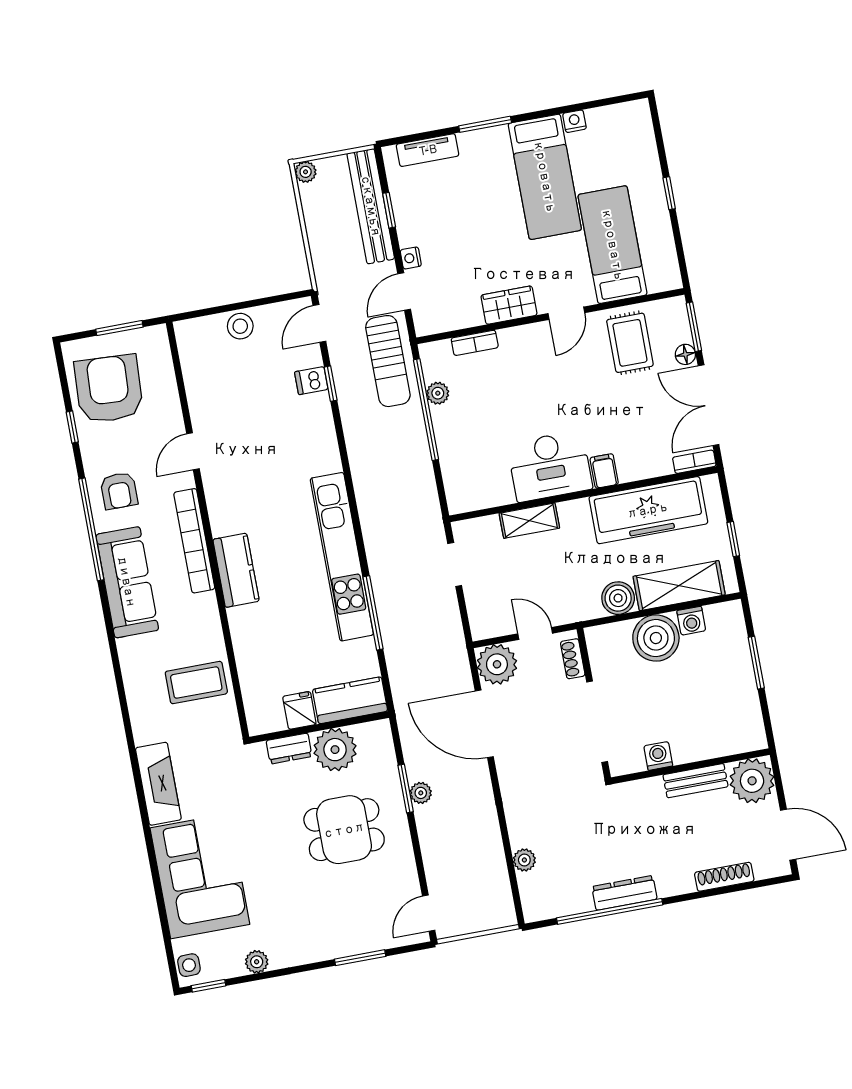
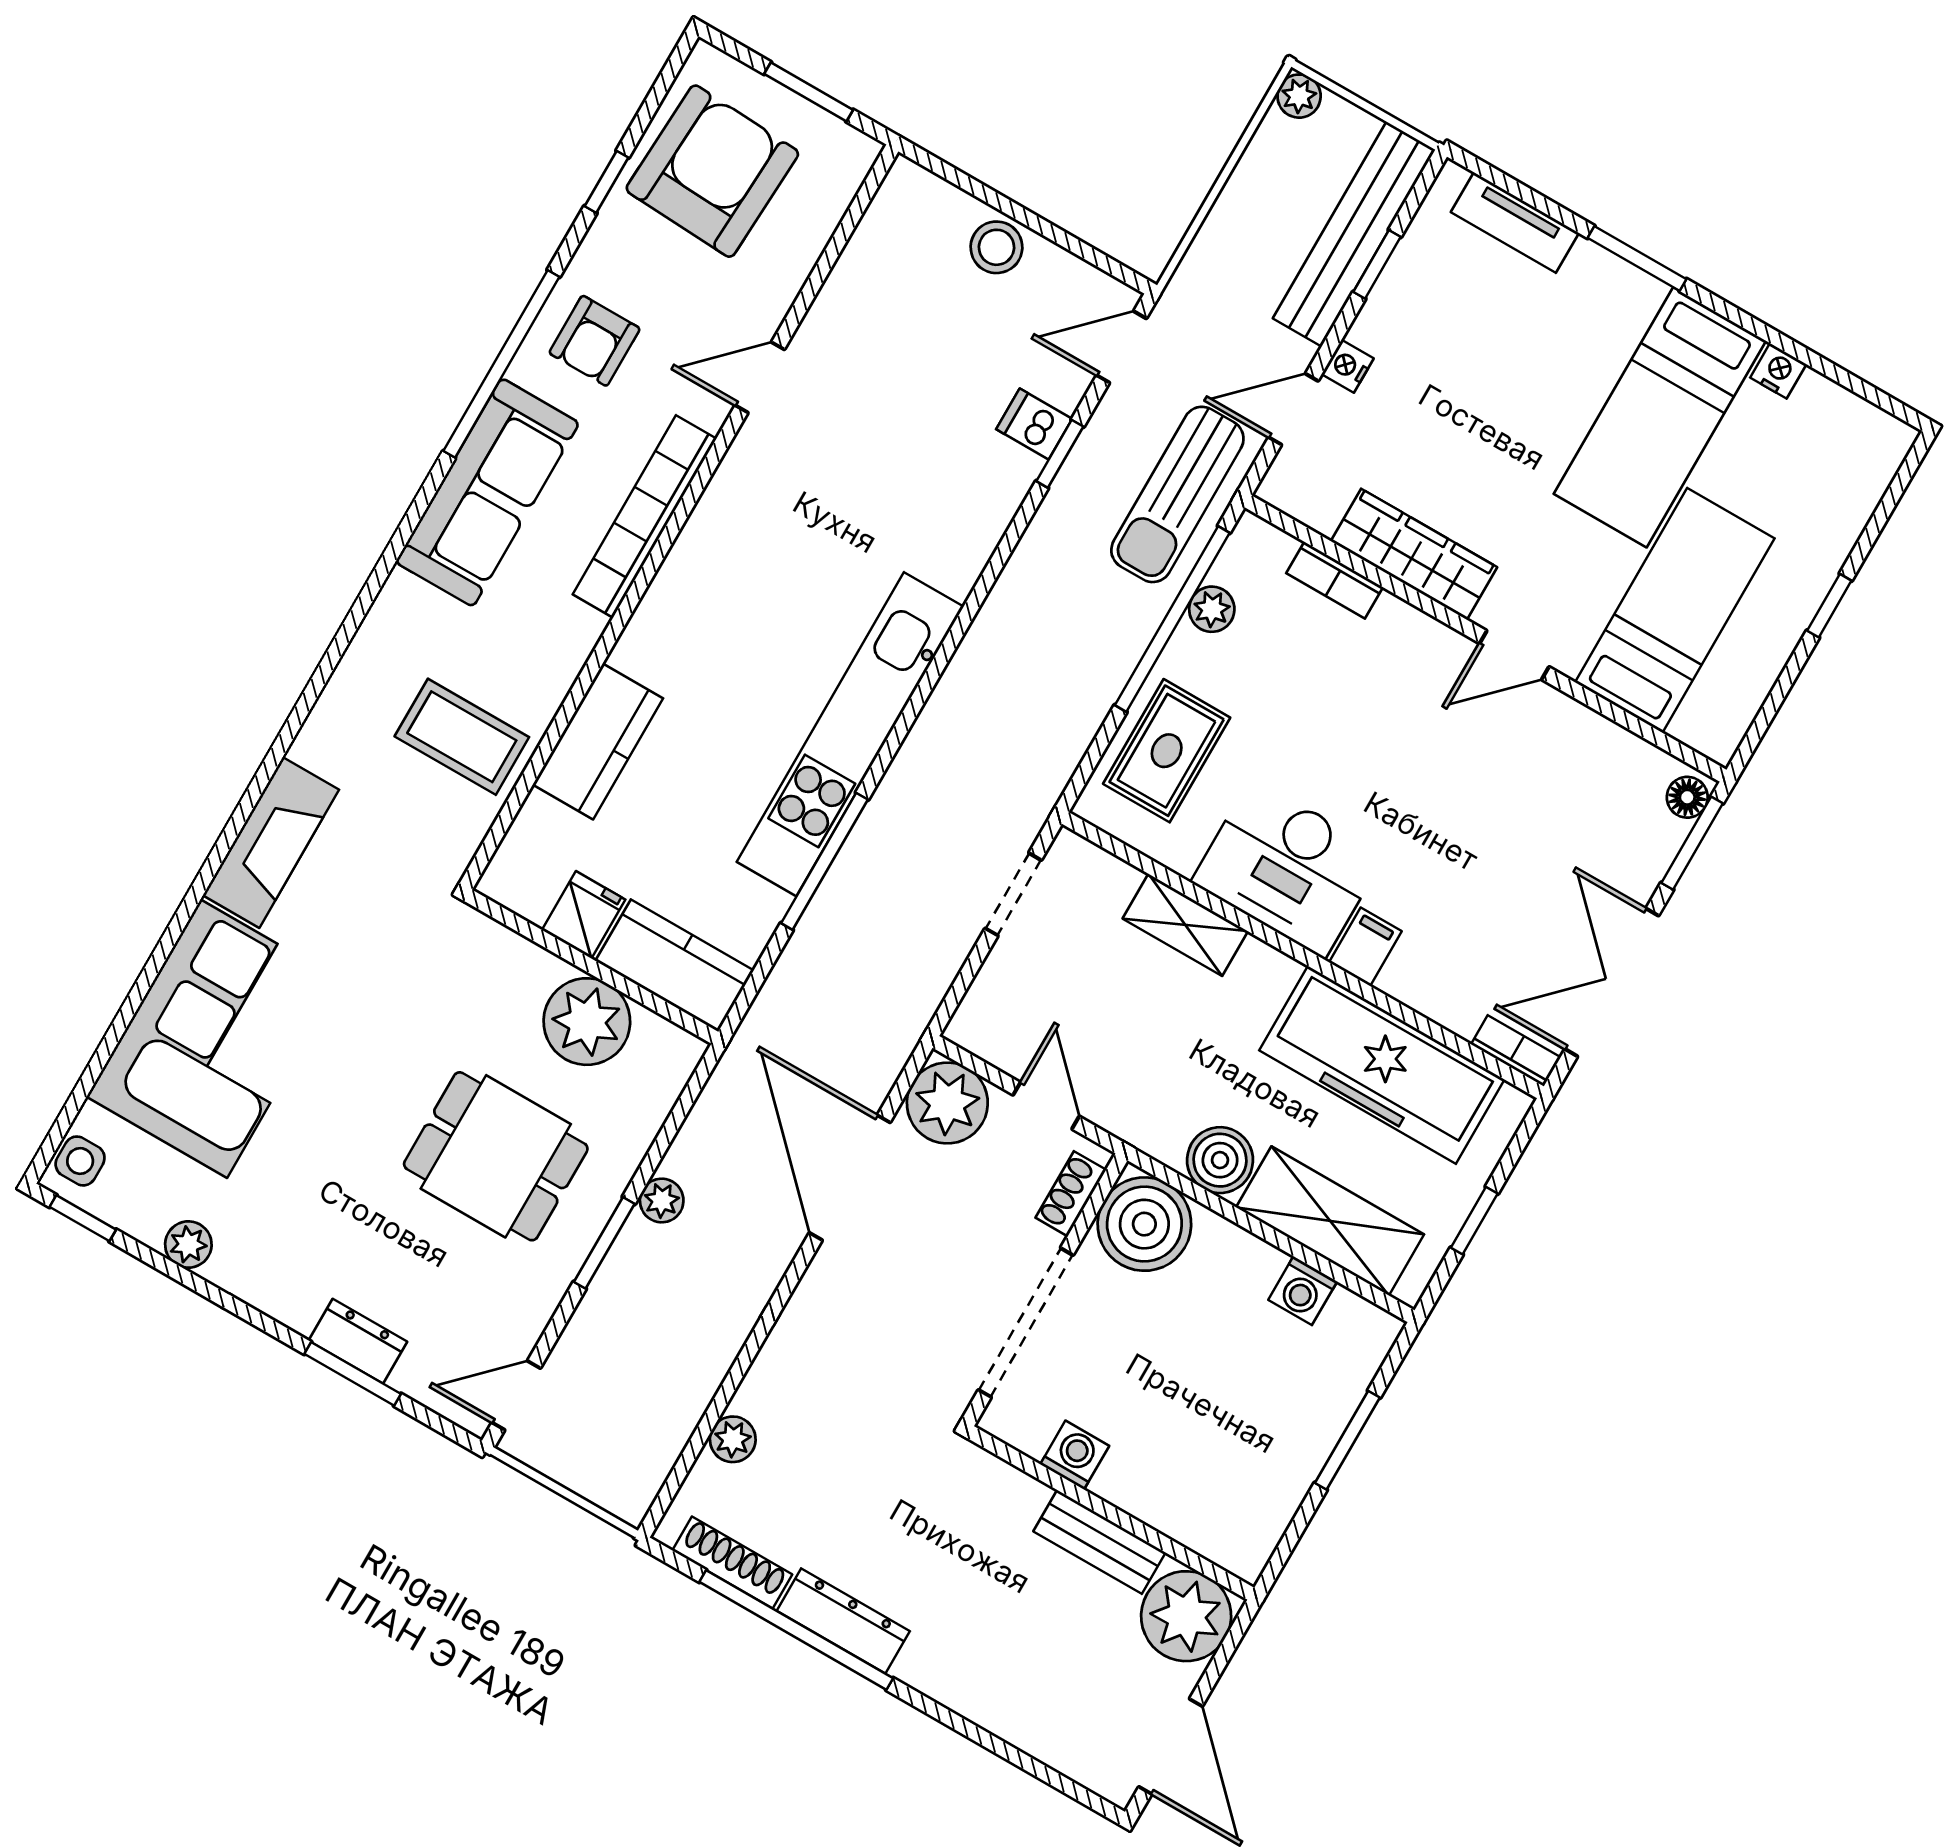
wardrobe: (509, 305) -> (1414, 554), width x1.50
rug: (630, 343) -> (1167, 751), moved
floor lamp: (685, 354) -> (1687, 797), moved
kitchen counter: (236, 570) -> (598, 741), moved
boiler: (656, 638) -> (1144, 1224), moved
dresser: (289, 748) -> (358, 1341), moved, turned 180
window: (406, 789) -> (604, 1243), moved
shoe rack: (724, 877) -> (732, 1563), moved

